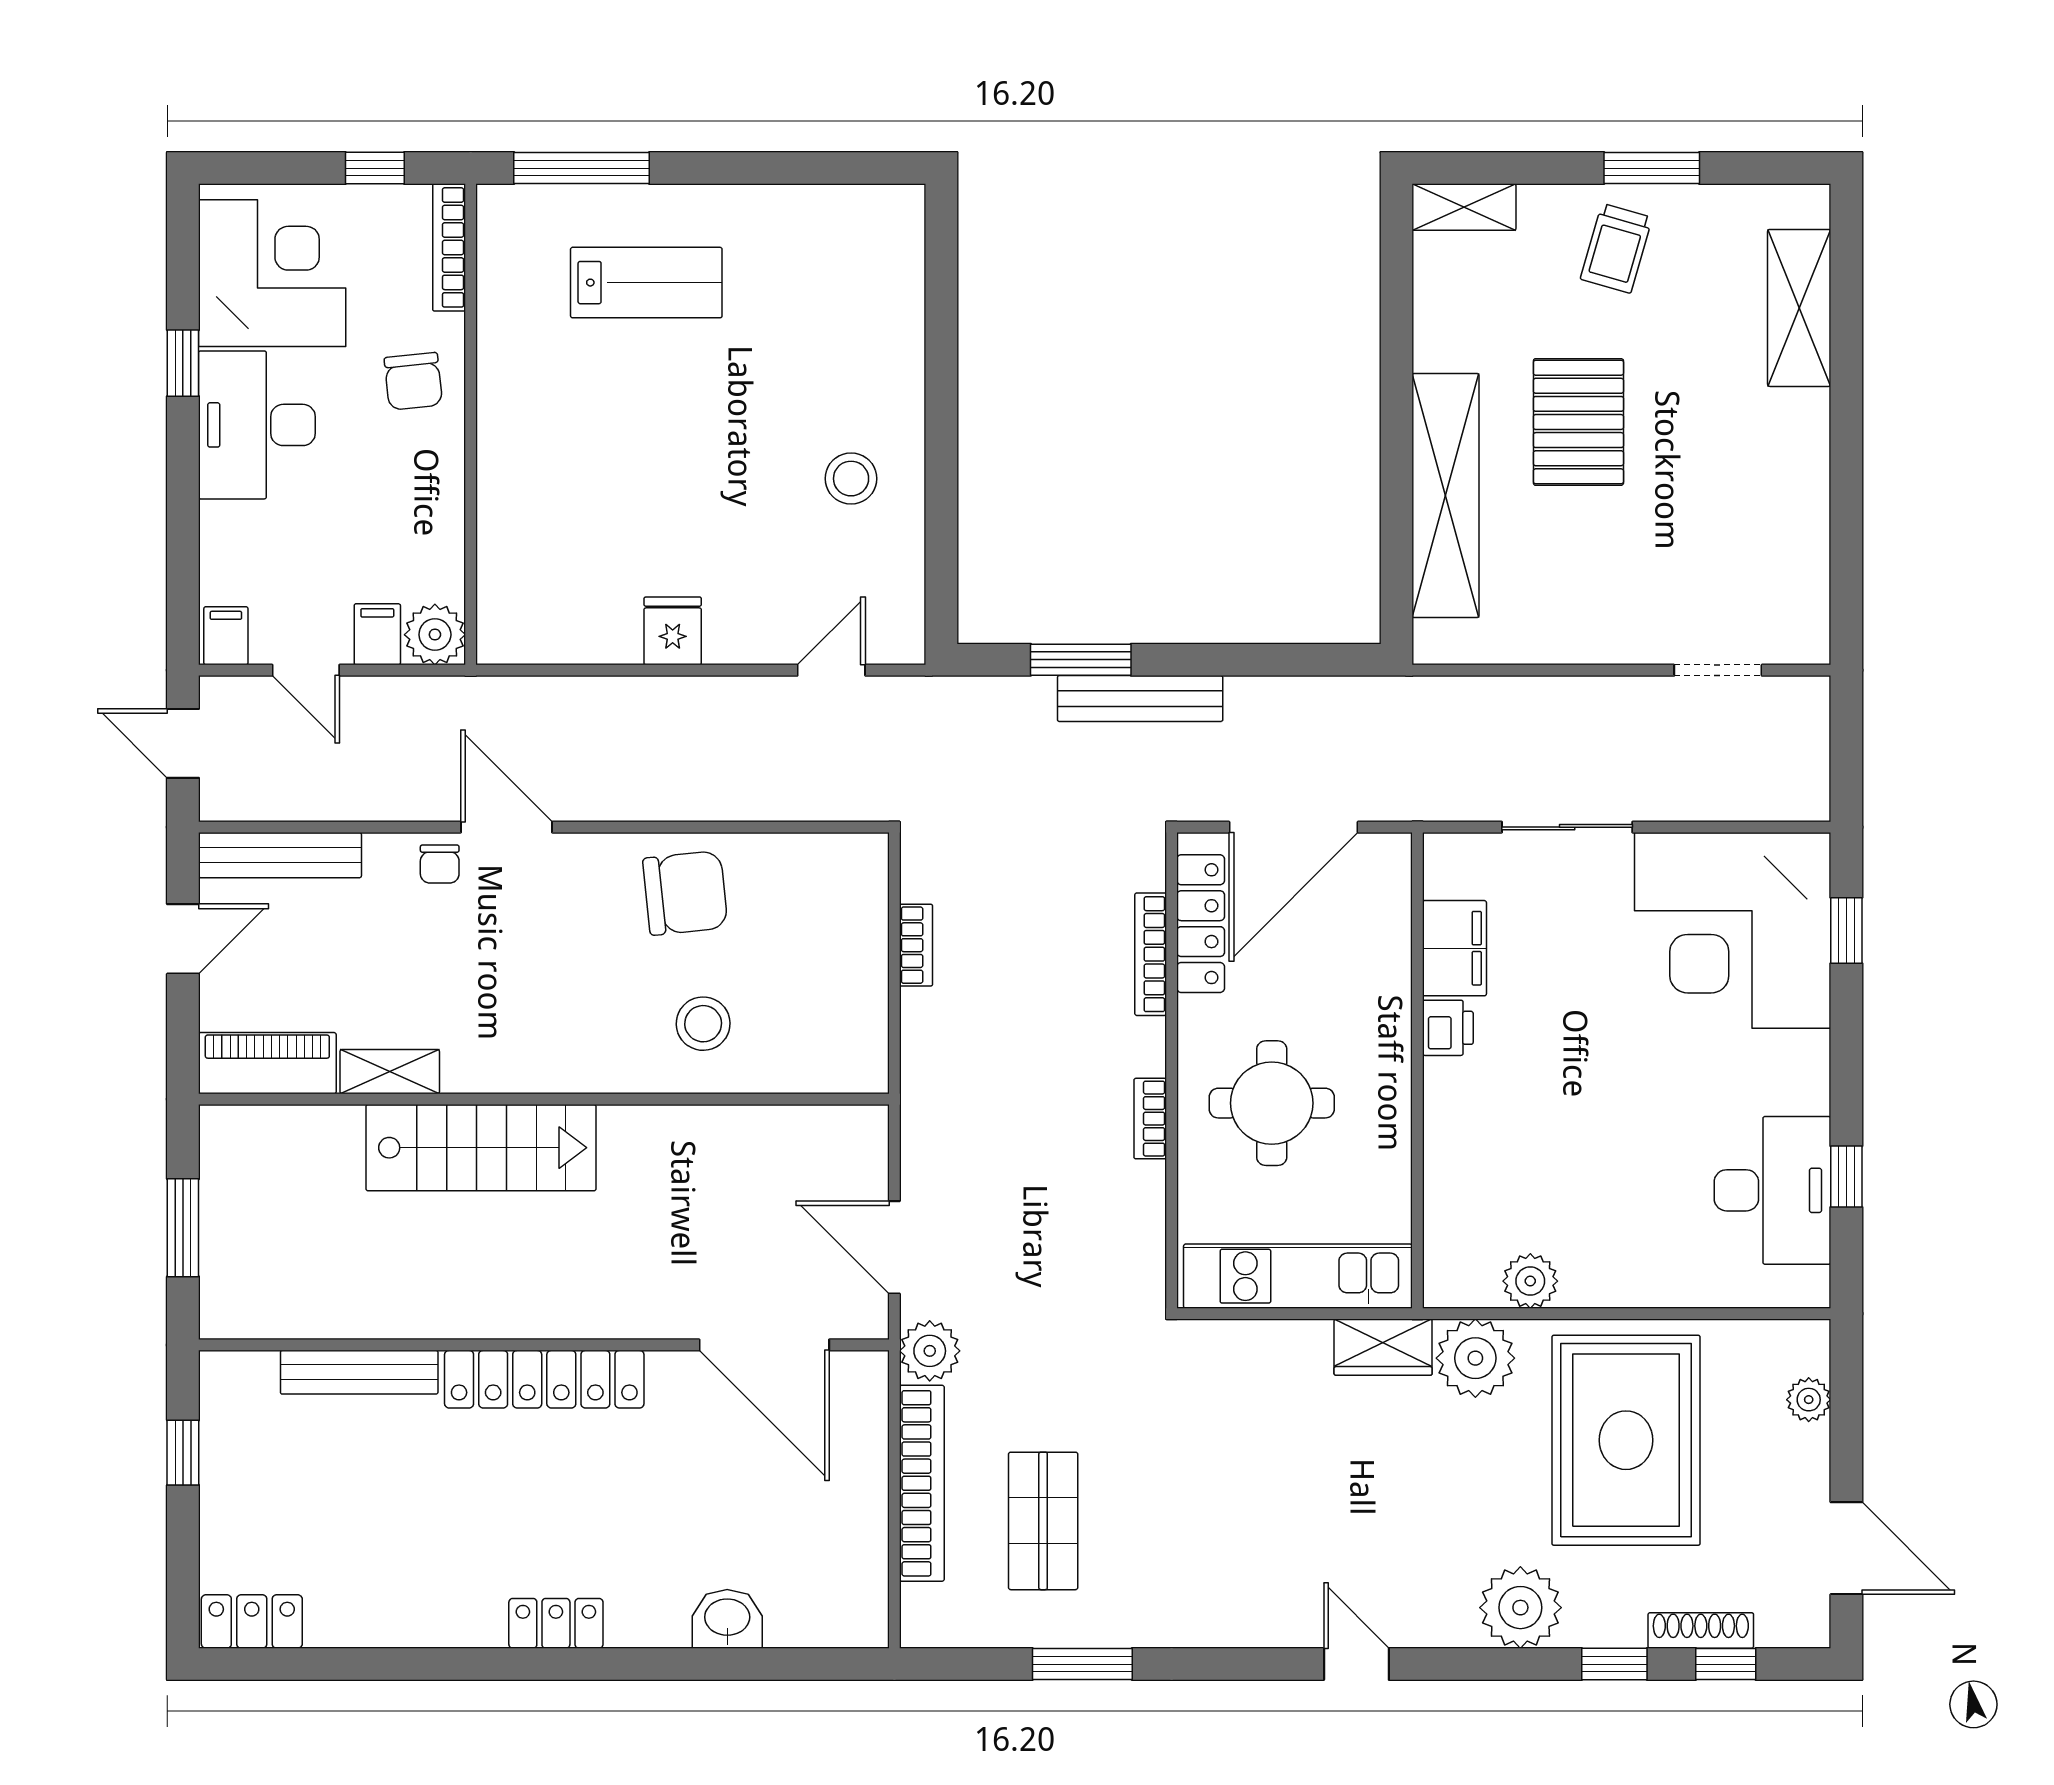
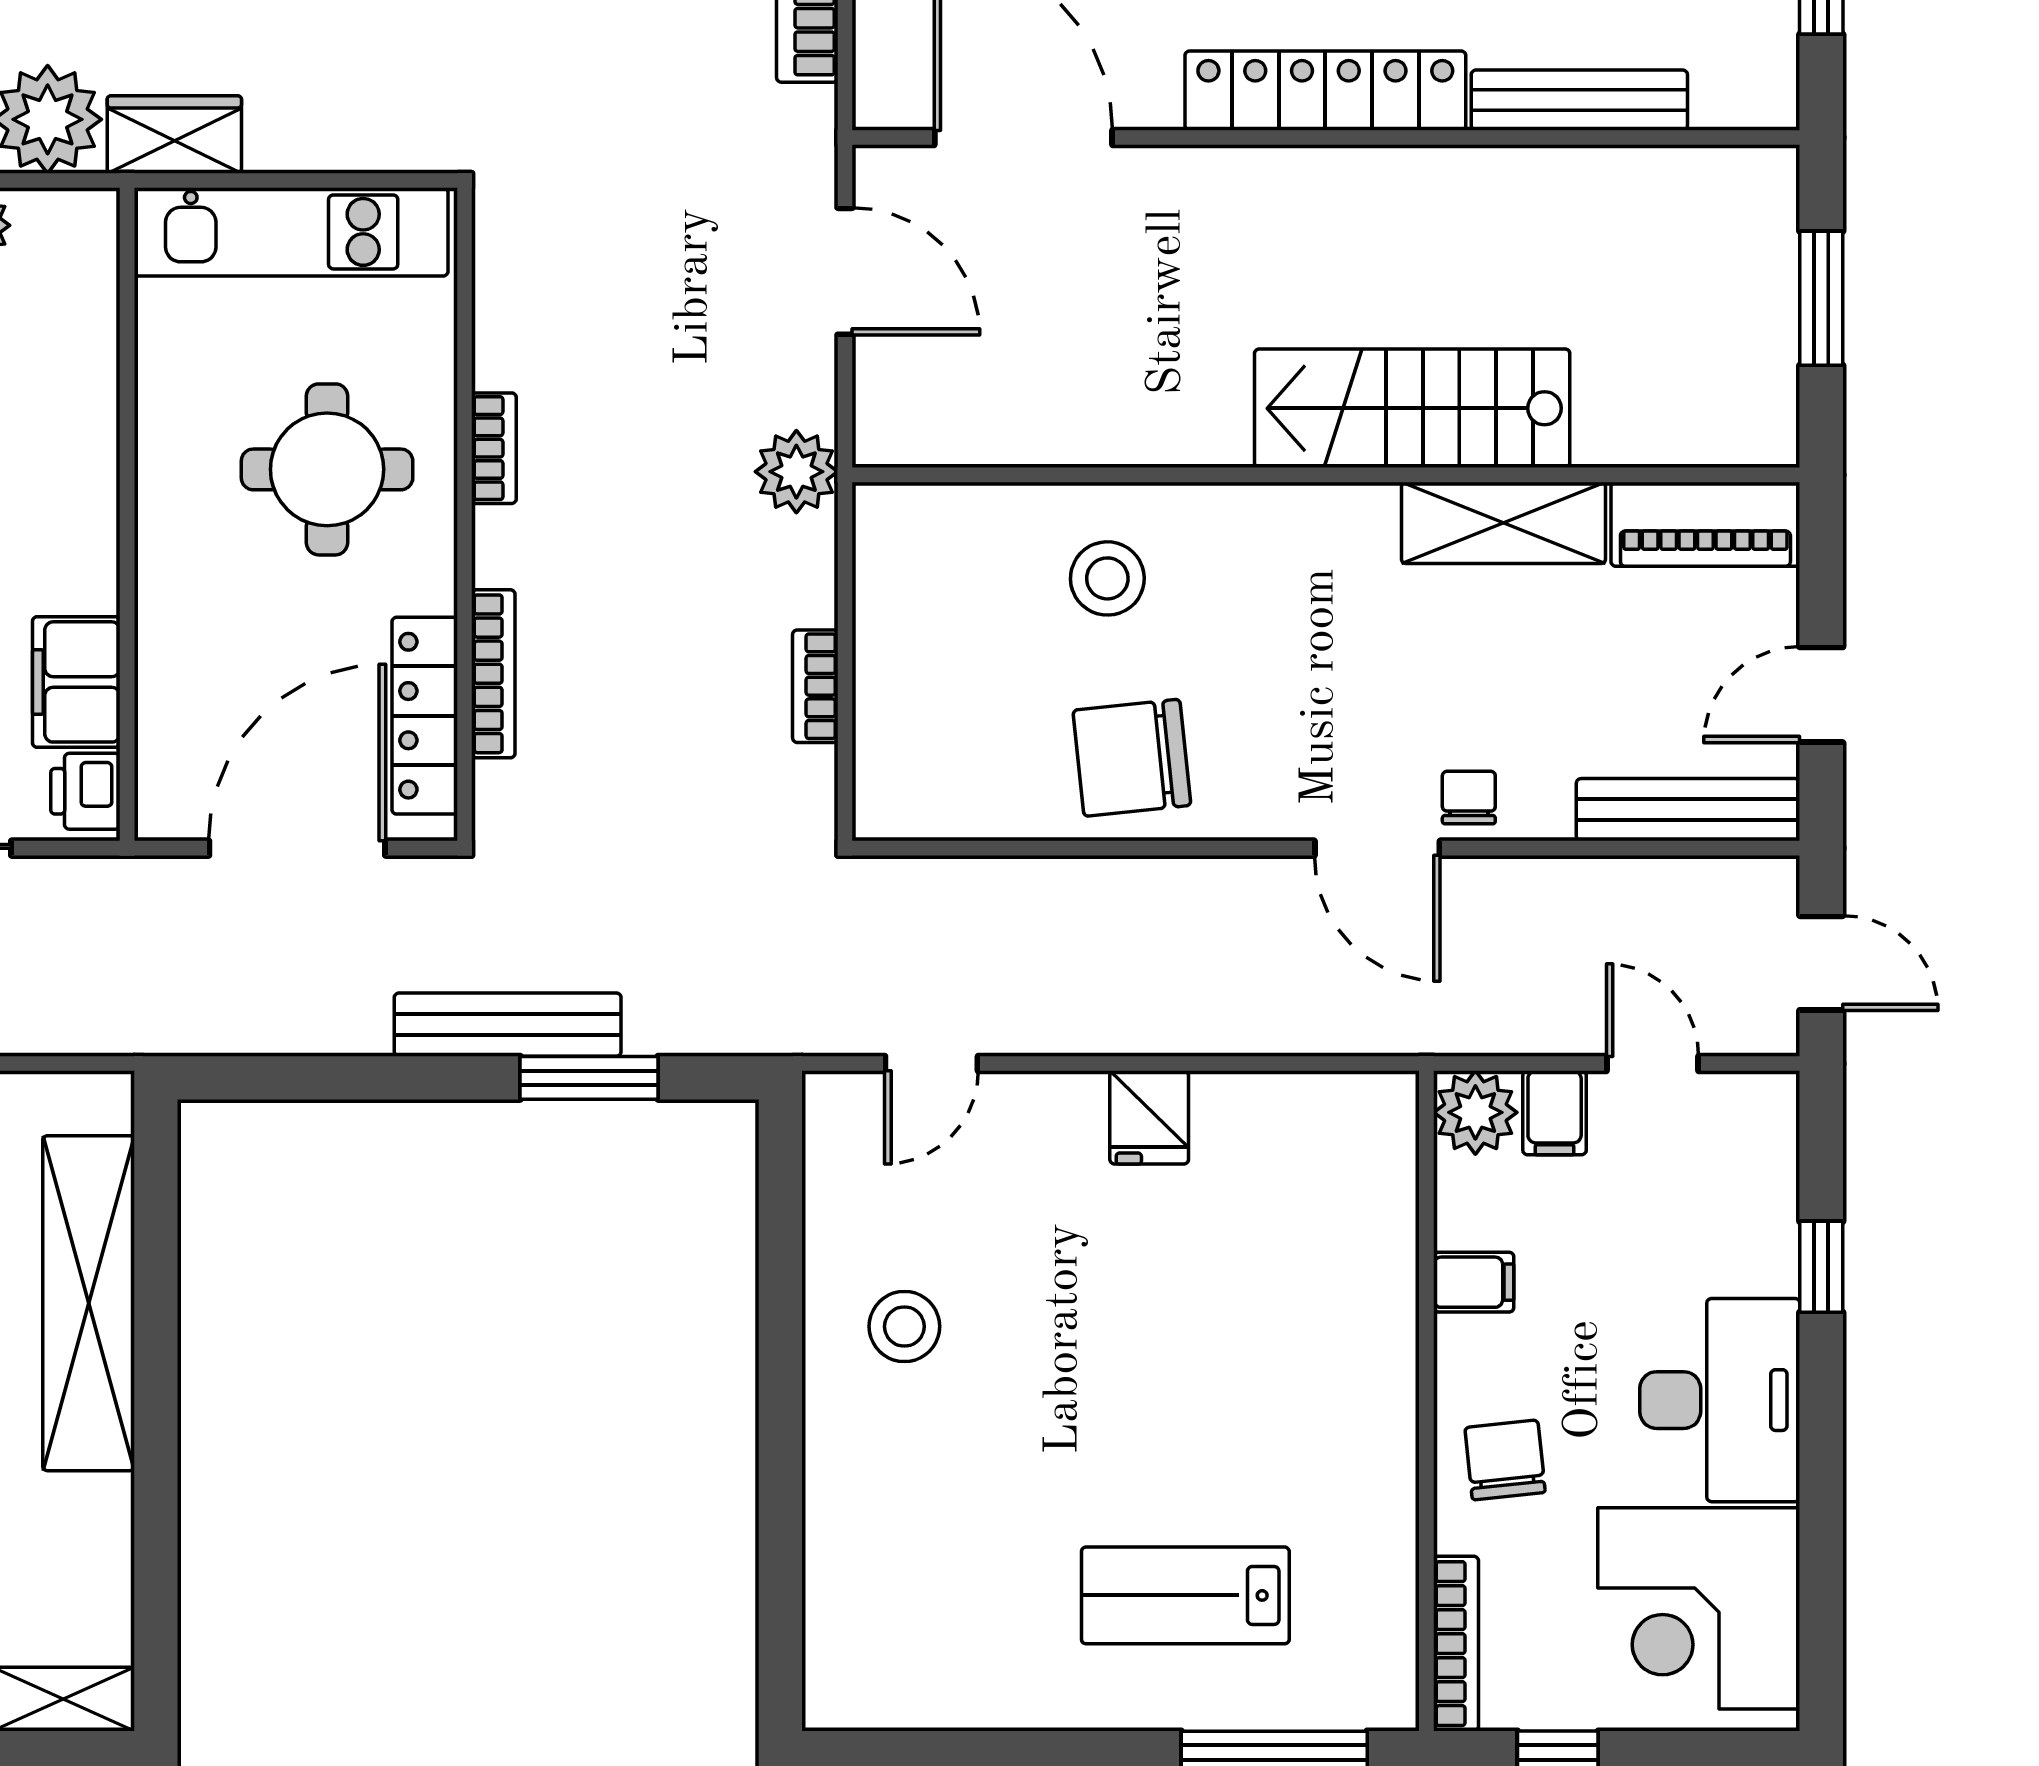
window: (183, 363) -> (1821, 1267), moved
filing cabinet: (226, 636) -> (1474, 1282), moved, turned -90
printer: (1448, 1028) -> (85, 791), moved
shelving: (390, 1072) -> (1503, 523), width x1.50, depth x1.33
plant: (930, 1351) -> (796, 472), moved

